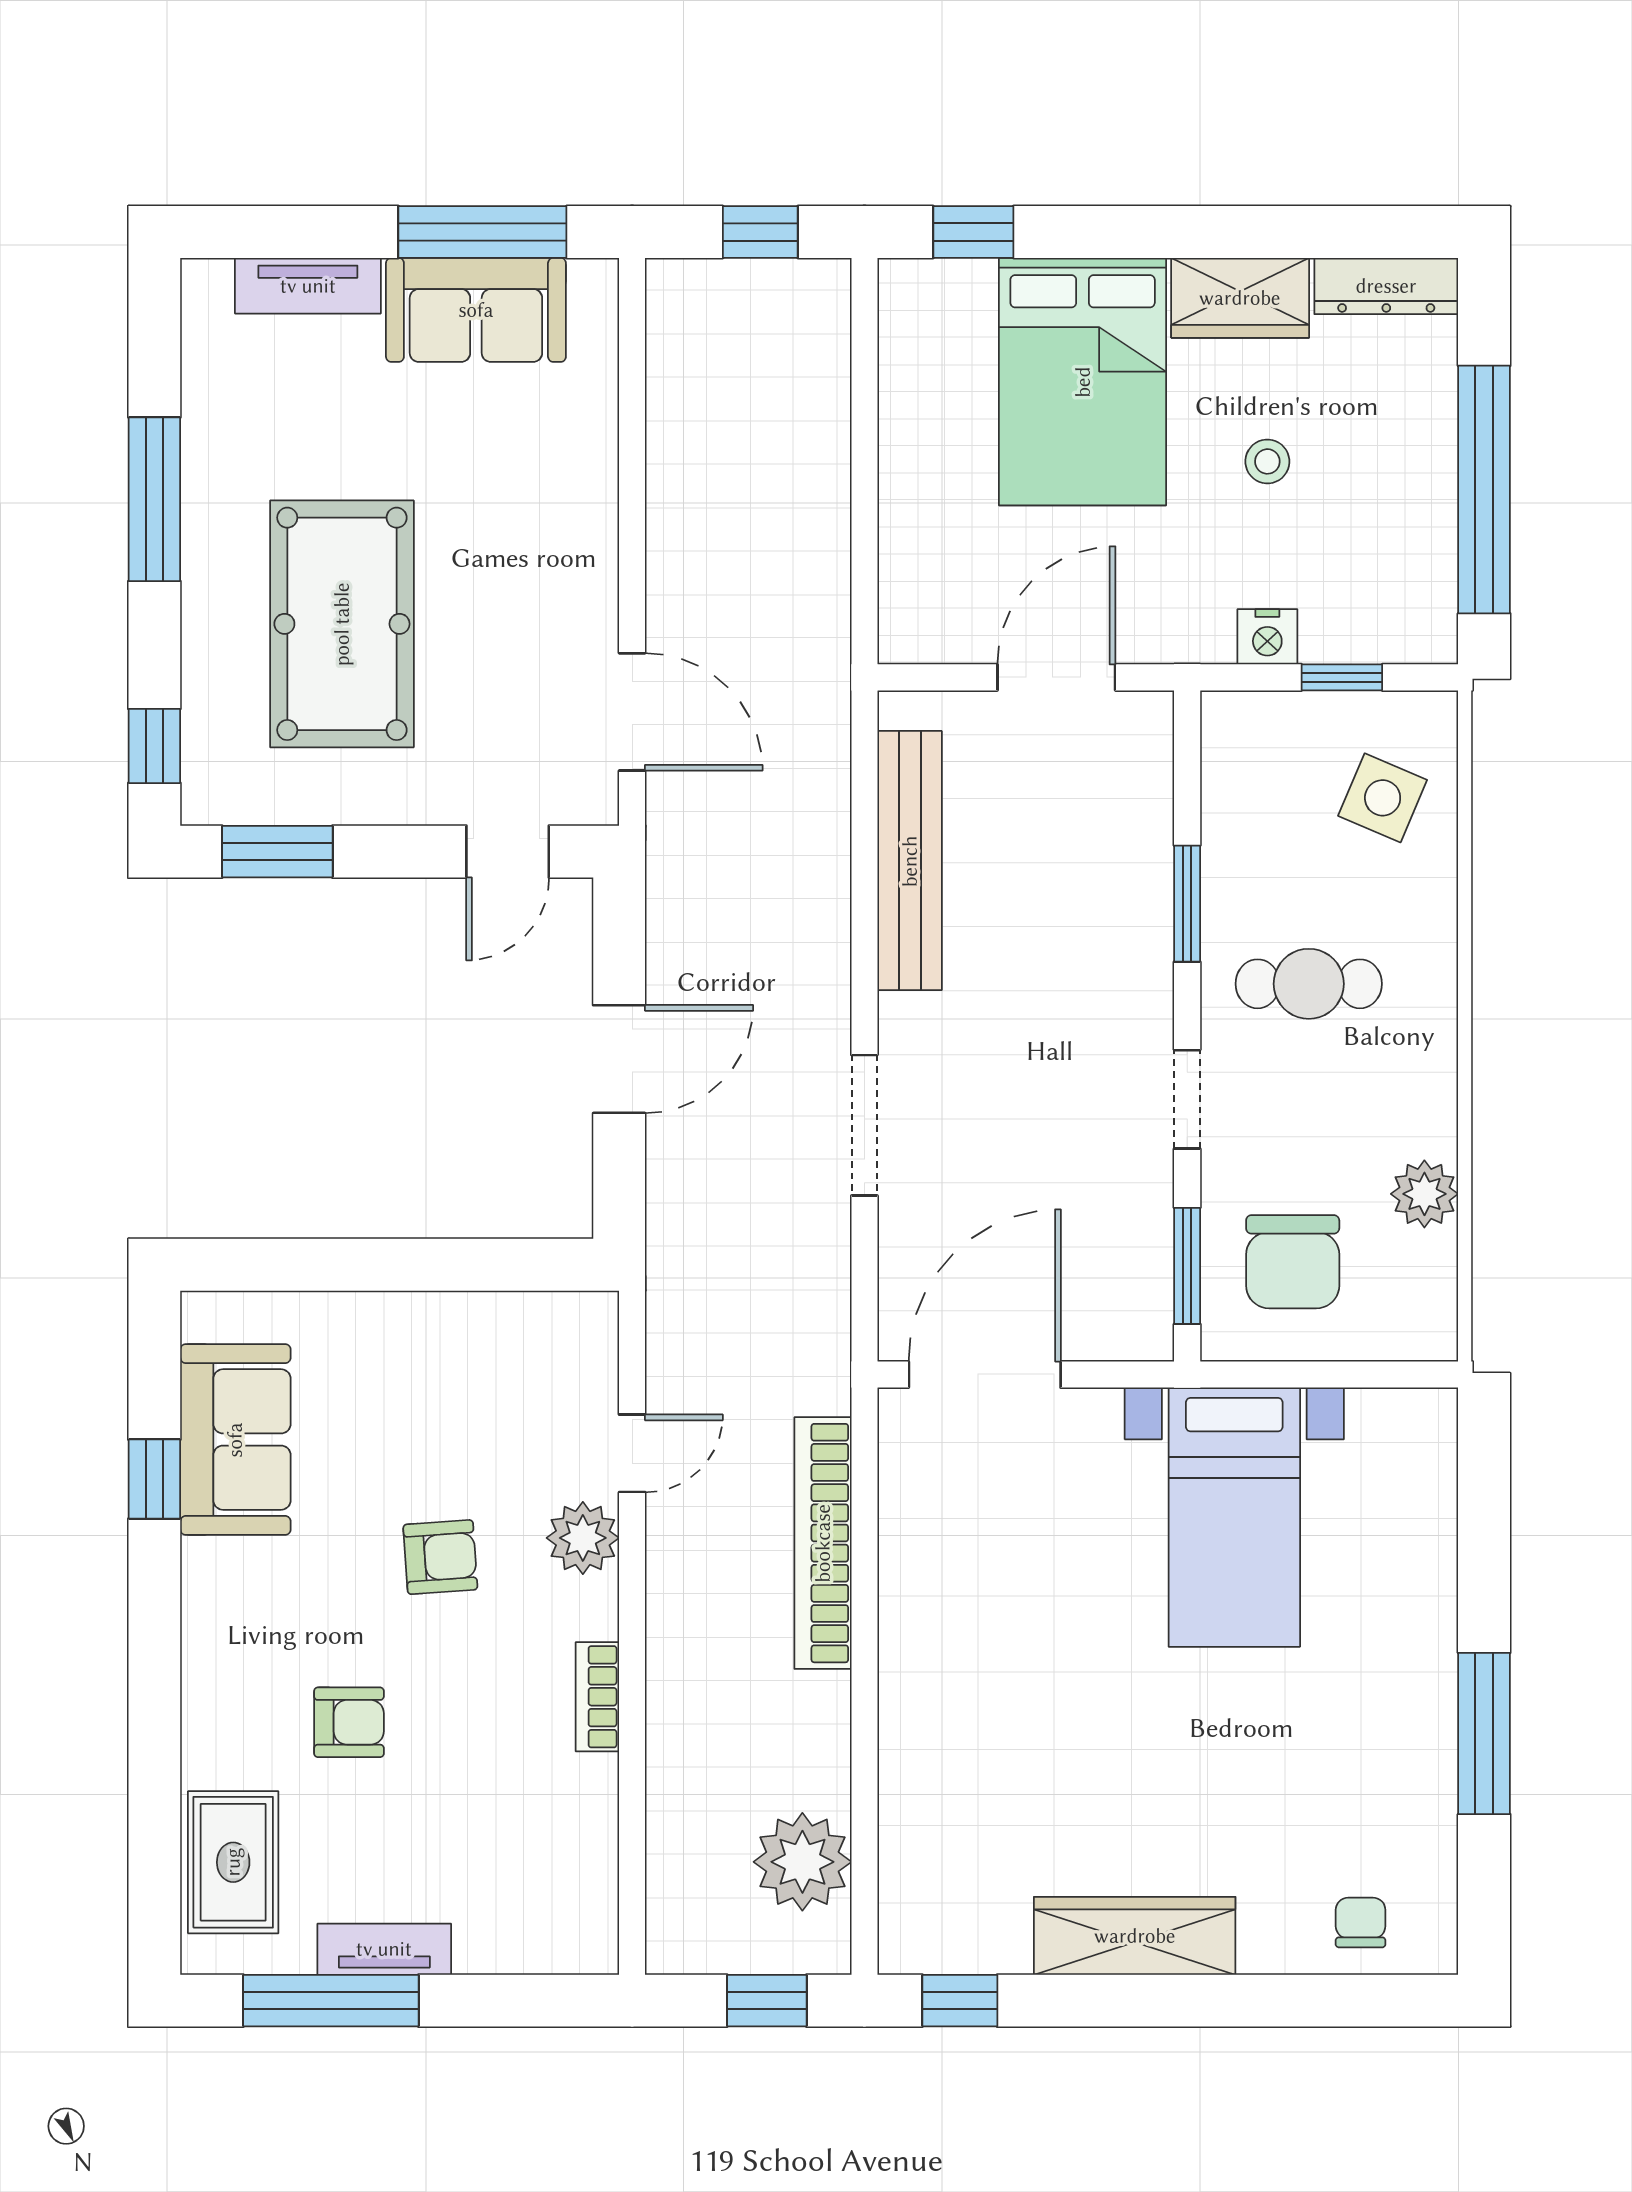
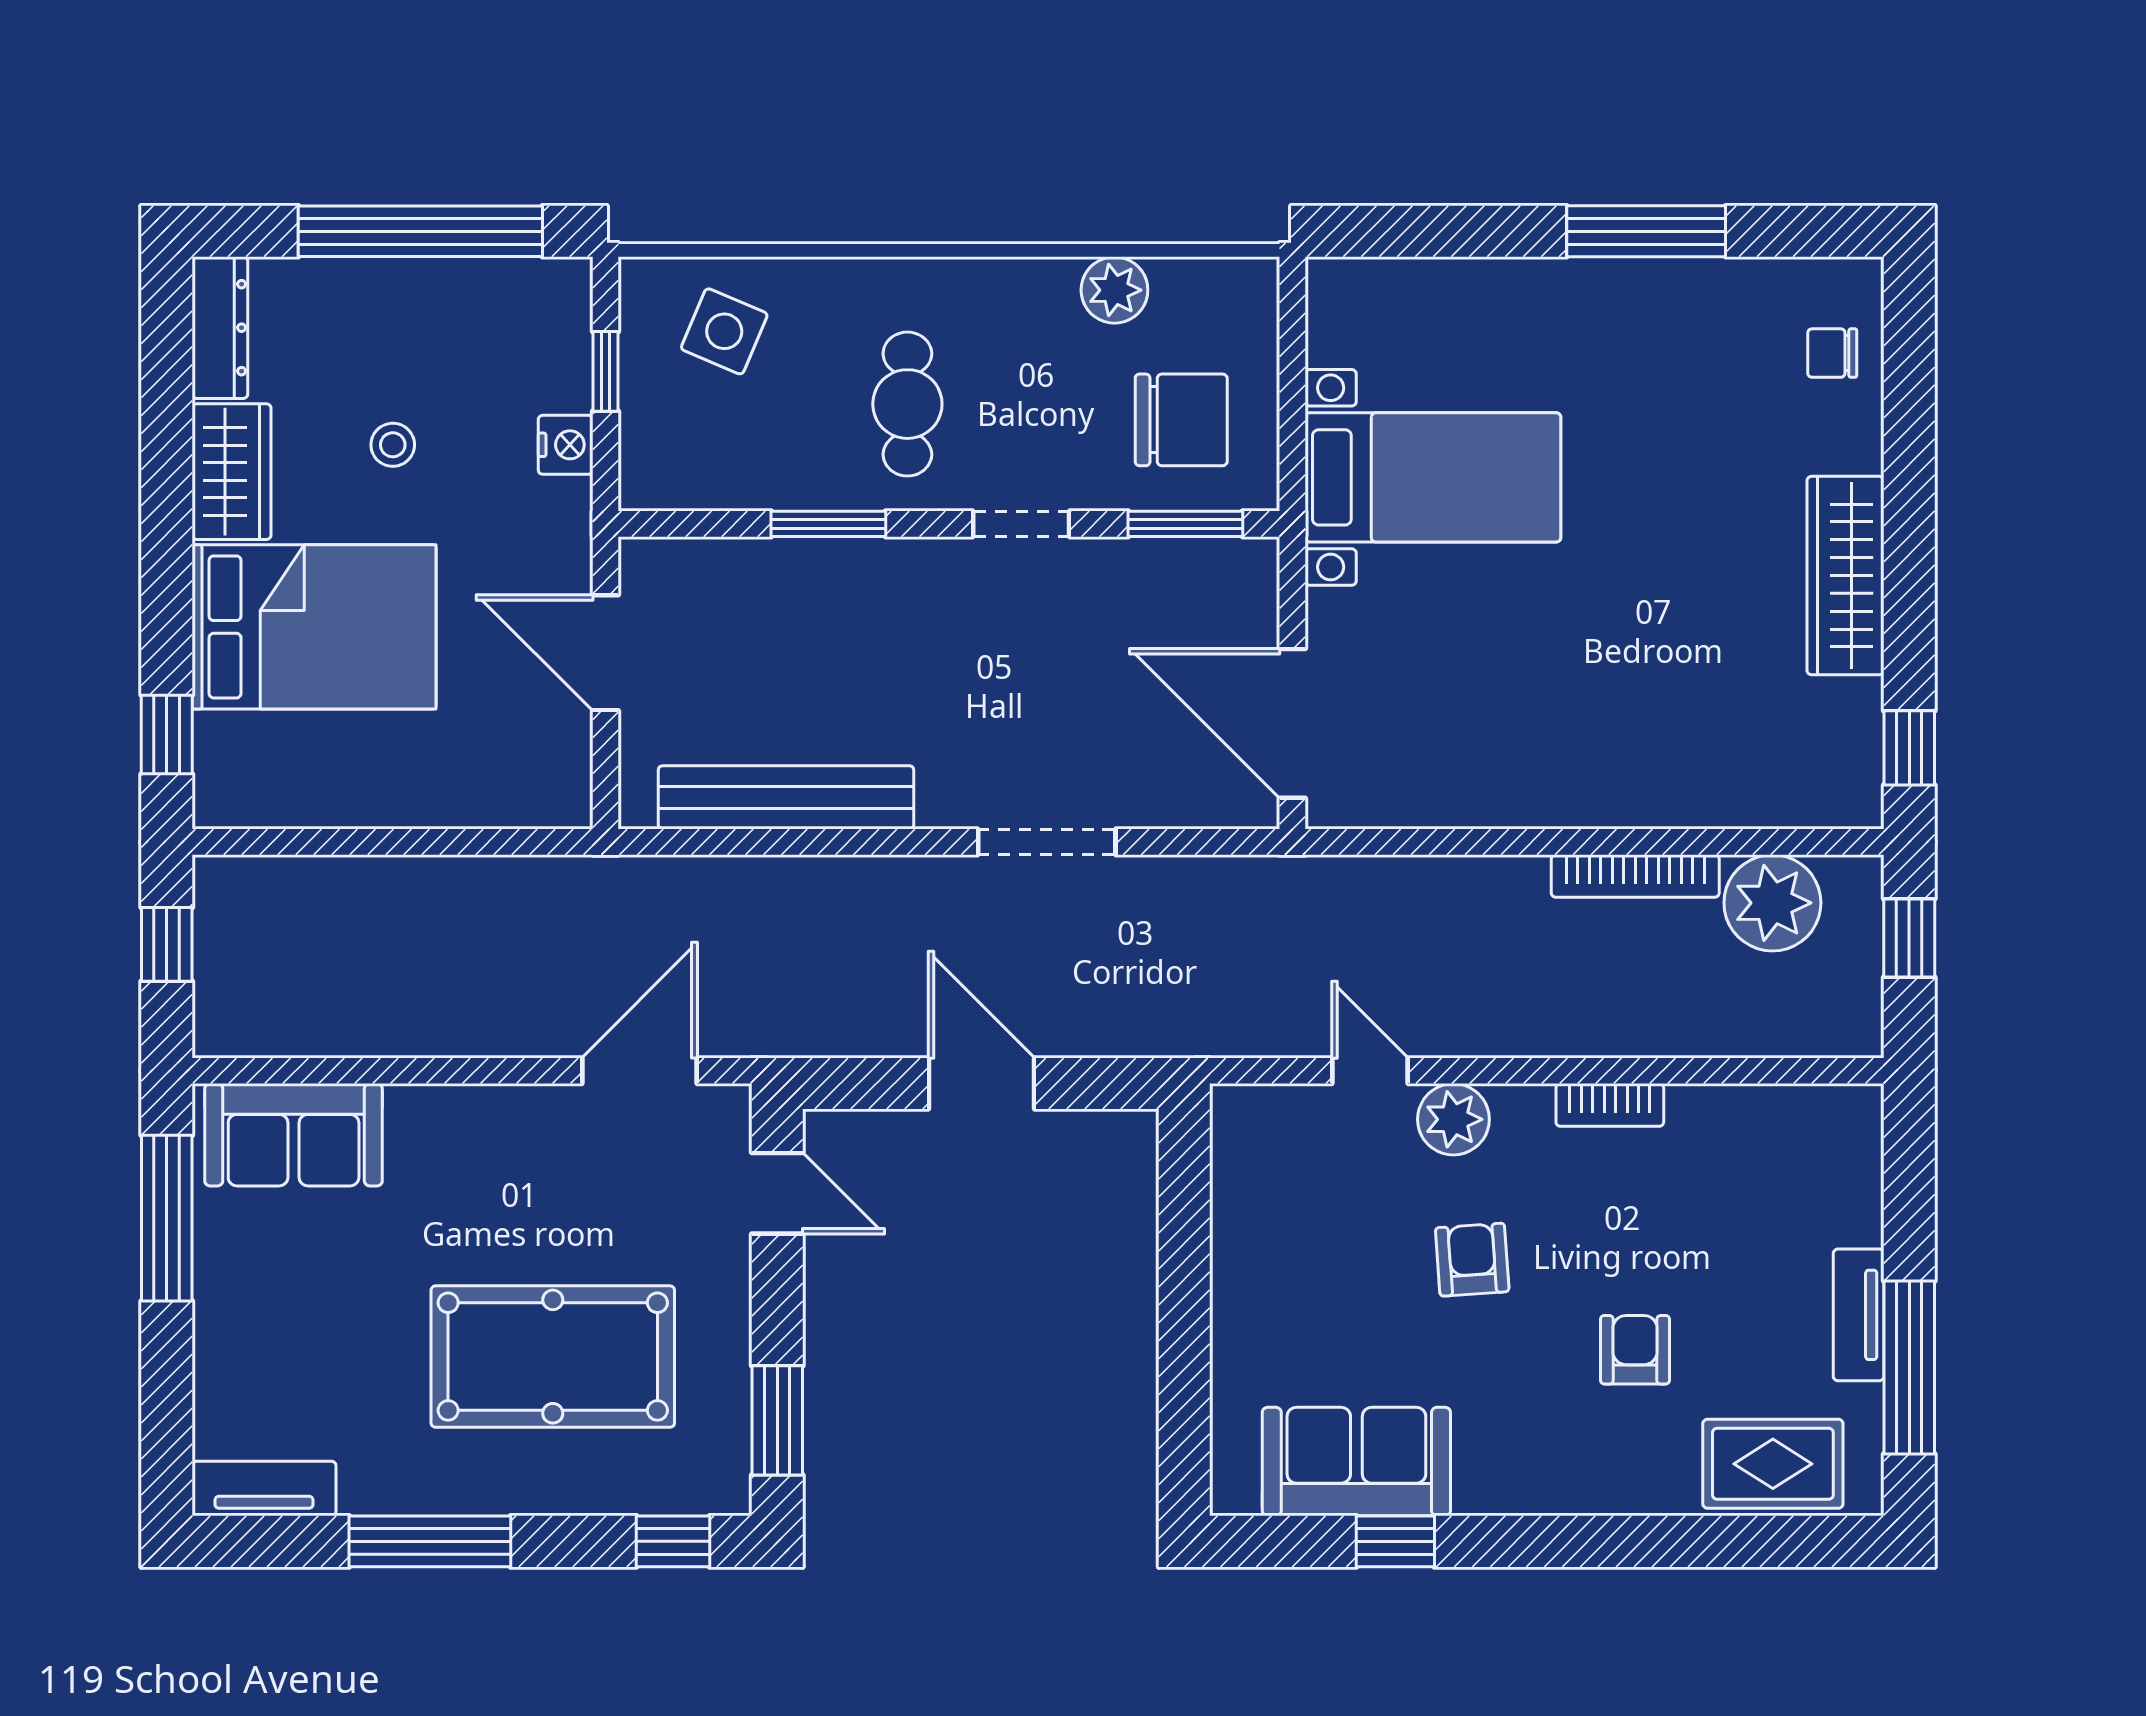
tv unit: (308, 286) -> (264, 1489), moved, turned -90
sofa: (476, 310) -> (294, 1135), moved, turned 90
bookcase: (823, 1543) -> (1635, 876), moved, width x0.68, depth x0.76

